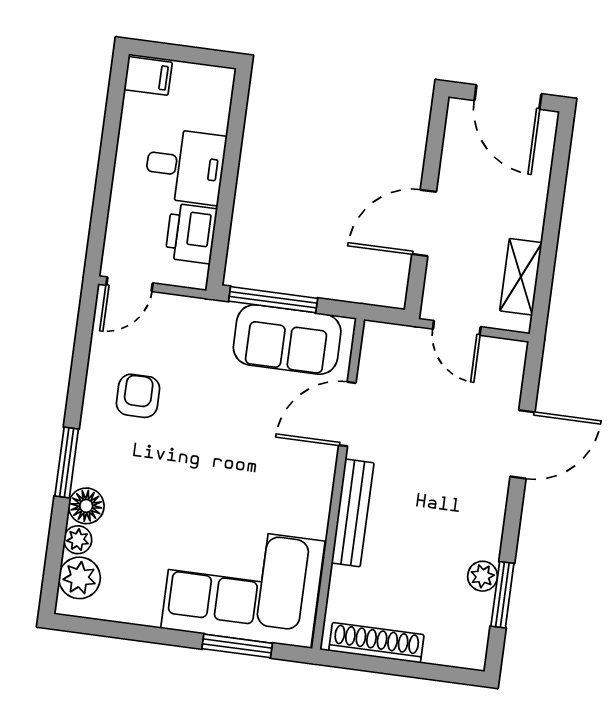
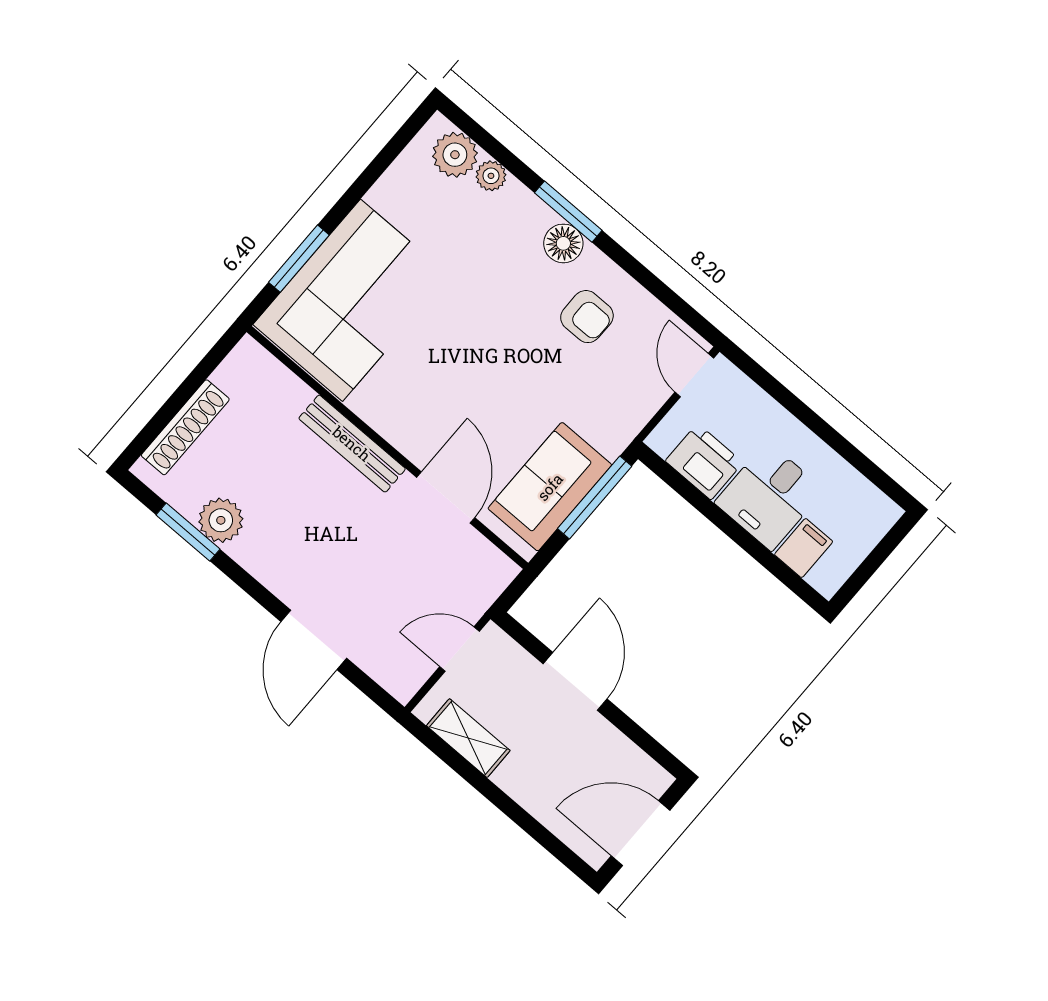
filing cabinet: (148, 76) -> (804, 548), moved, turned 180
floor lamp: (86, 506) -> (563, 243), moved
plant: (483, 576) -> (221, 520), width x1.38, depth x1.38
shoe rack: (376, 643) -> (185, 427), moved

